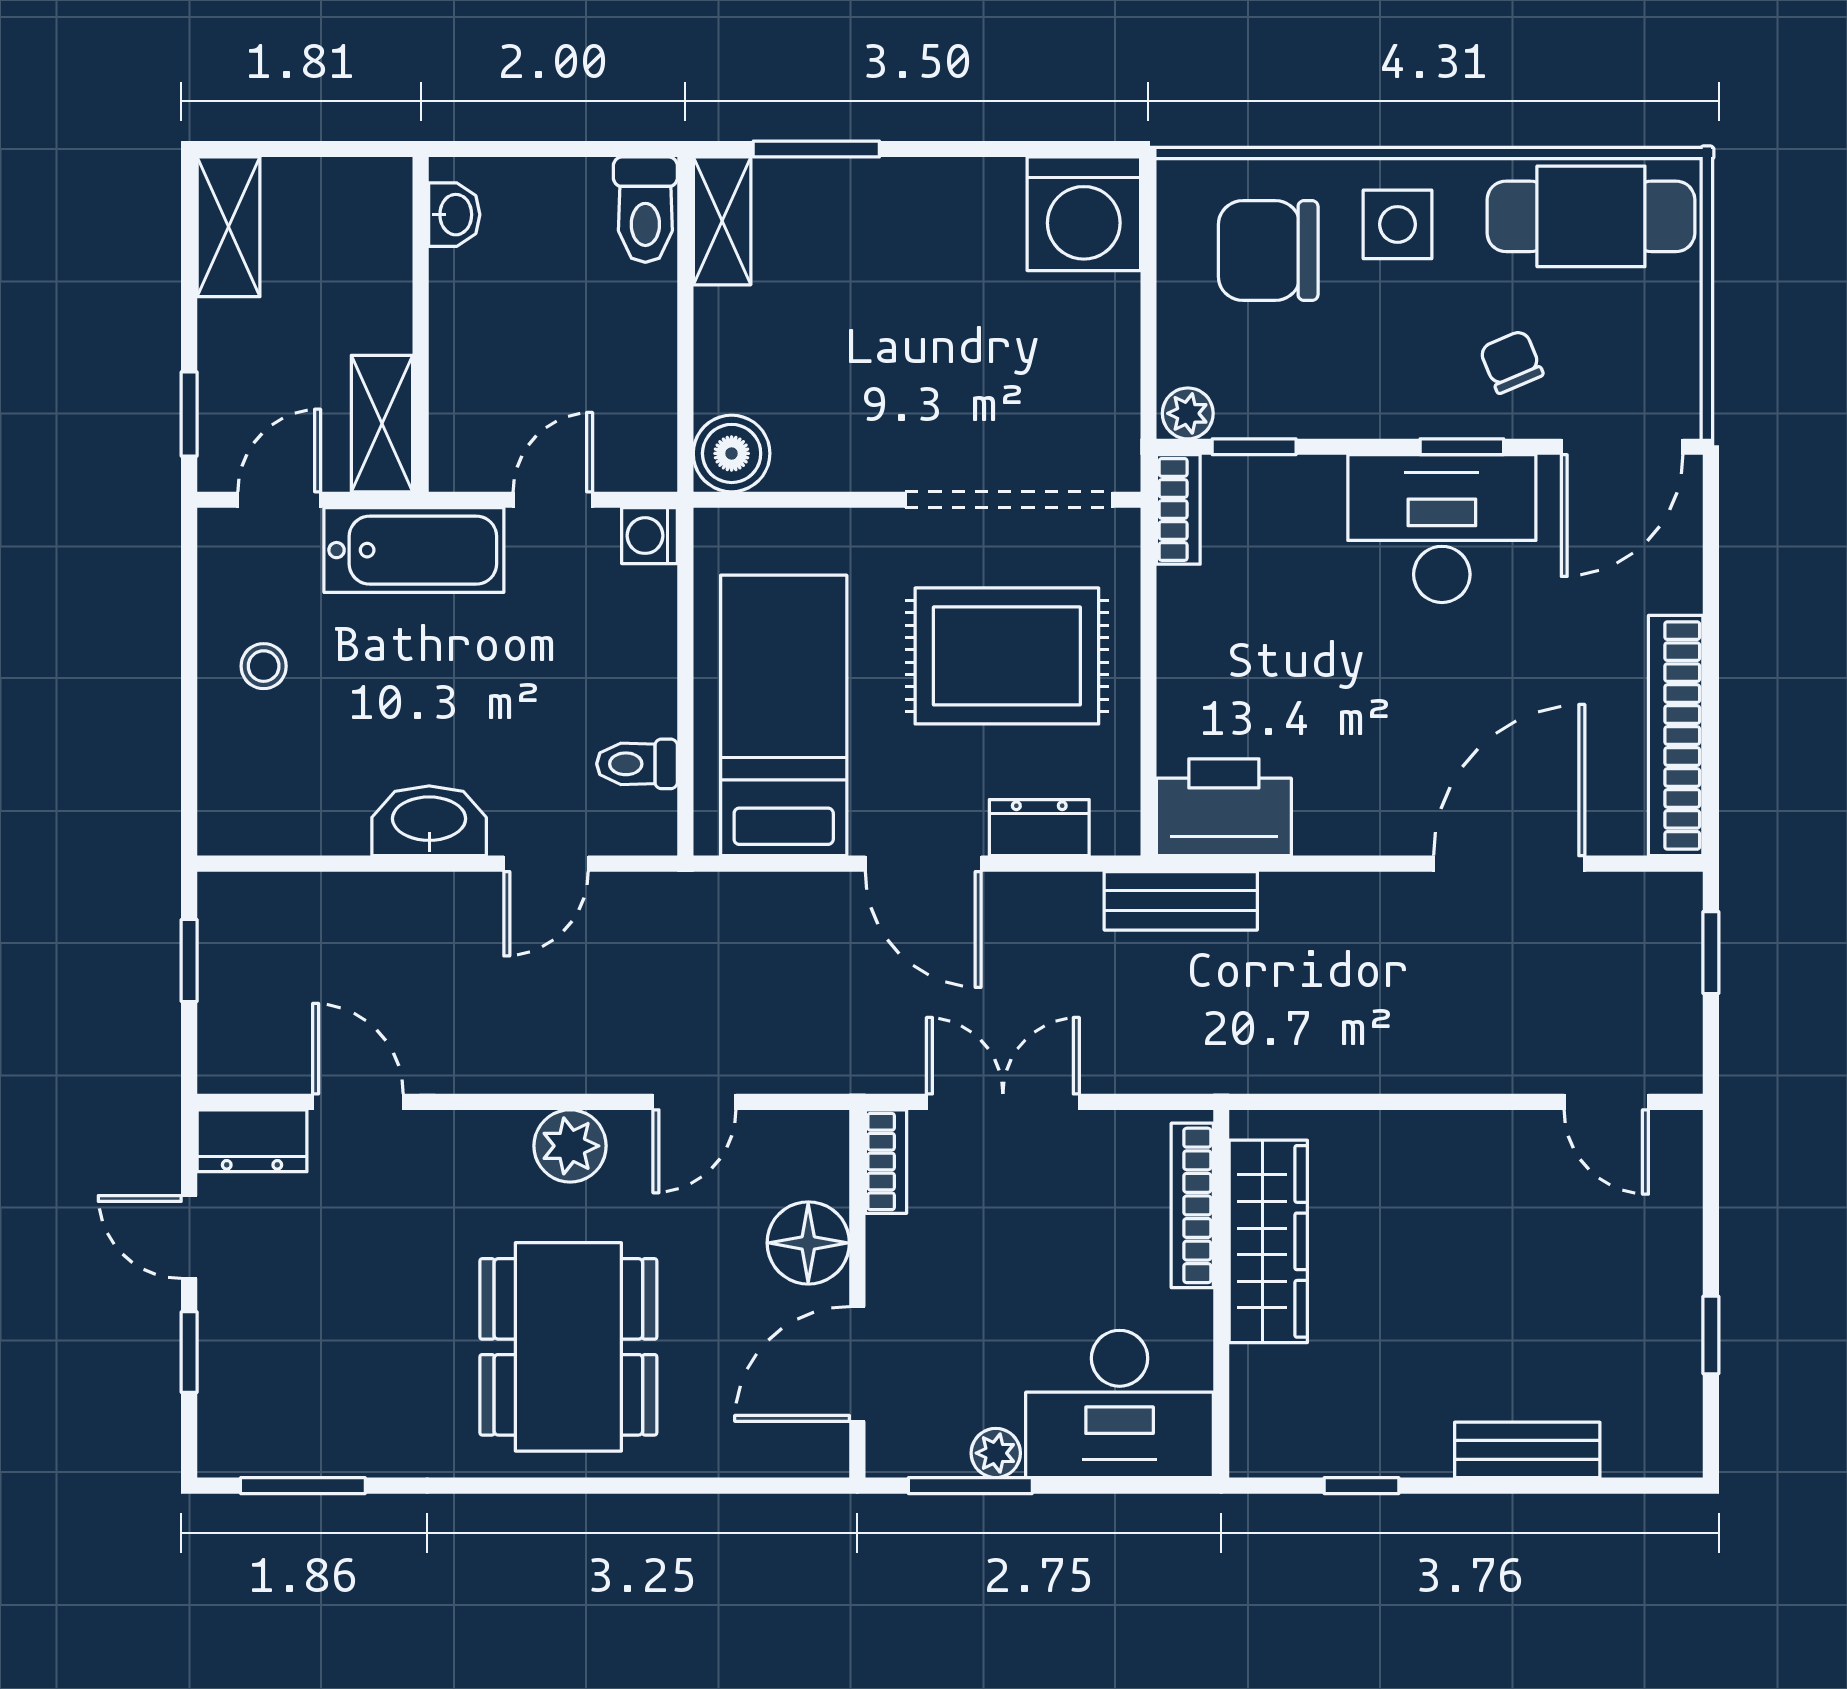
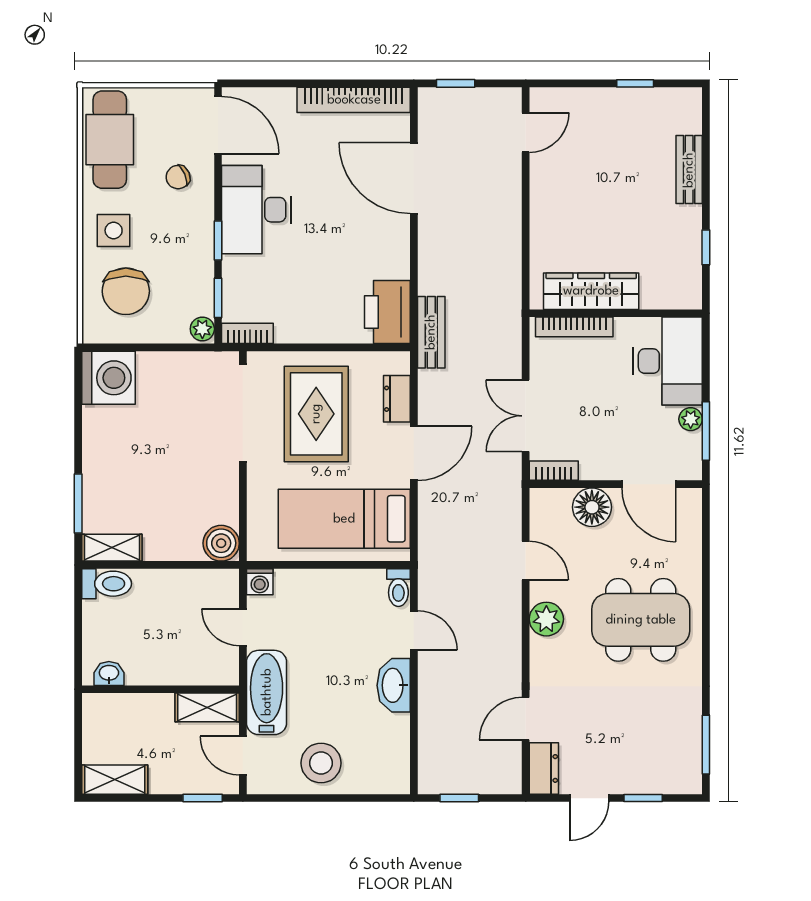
window: (1462, 447) -> (218, 241), moved
stool: (264, 666) -> (321, 763), width x1.89, depth x1.89
toilet: (637, 764) -> (398, 588), moved

